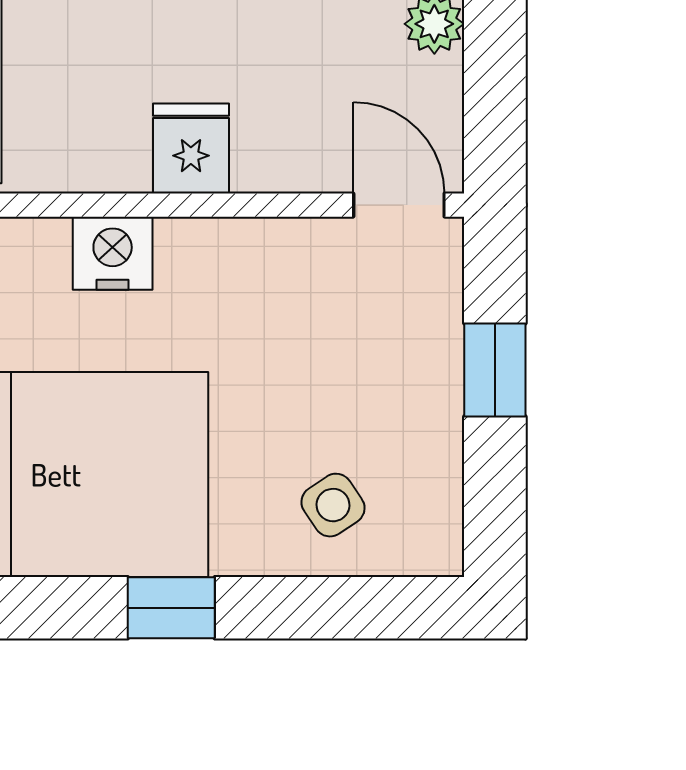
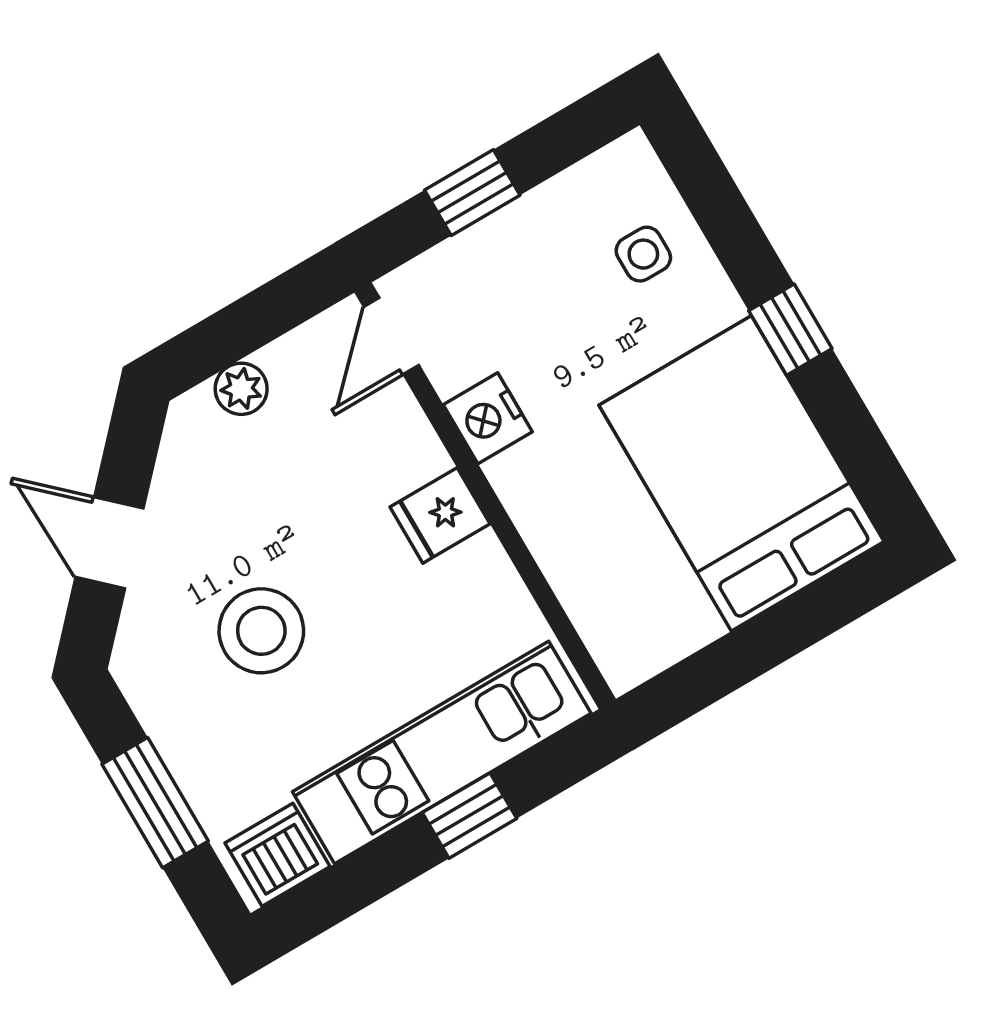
nightstand: (113, 253) -> (488, 418), moved
side table: (333, 505) -> (643, 254), turned 34

